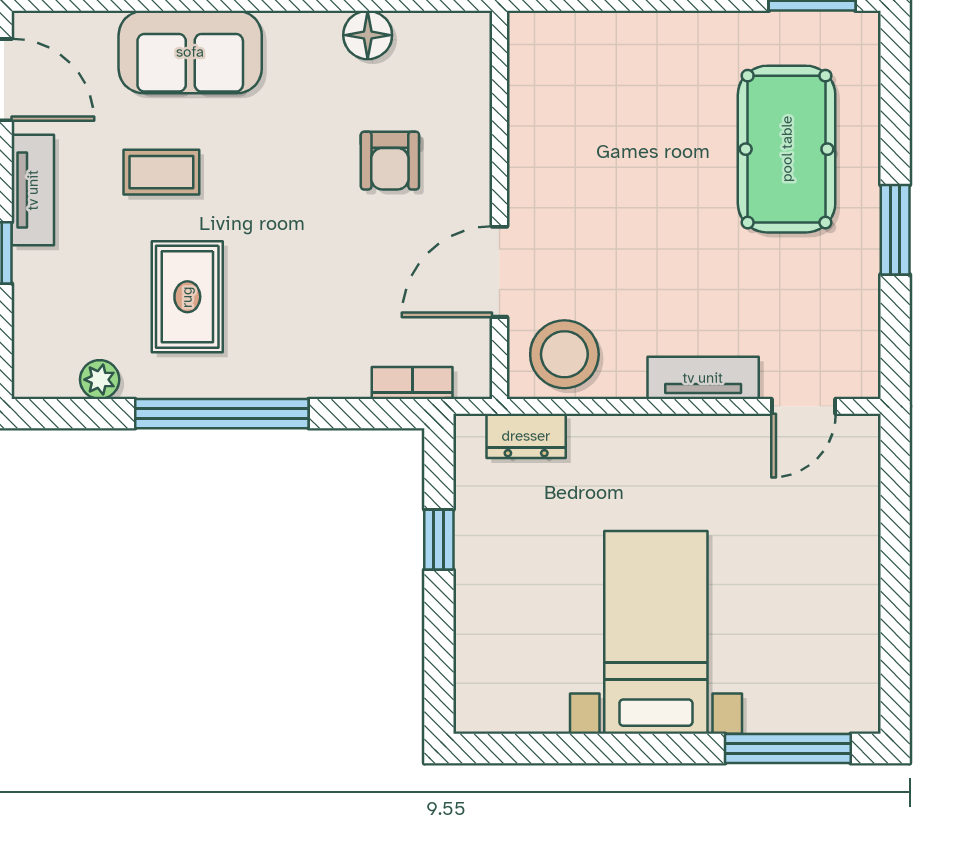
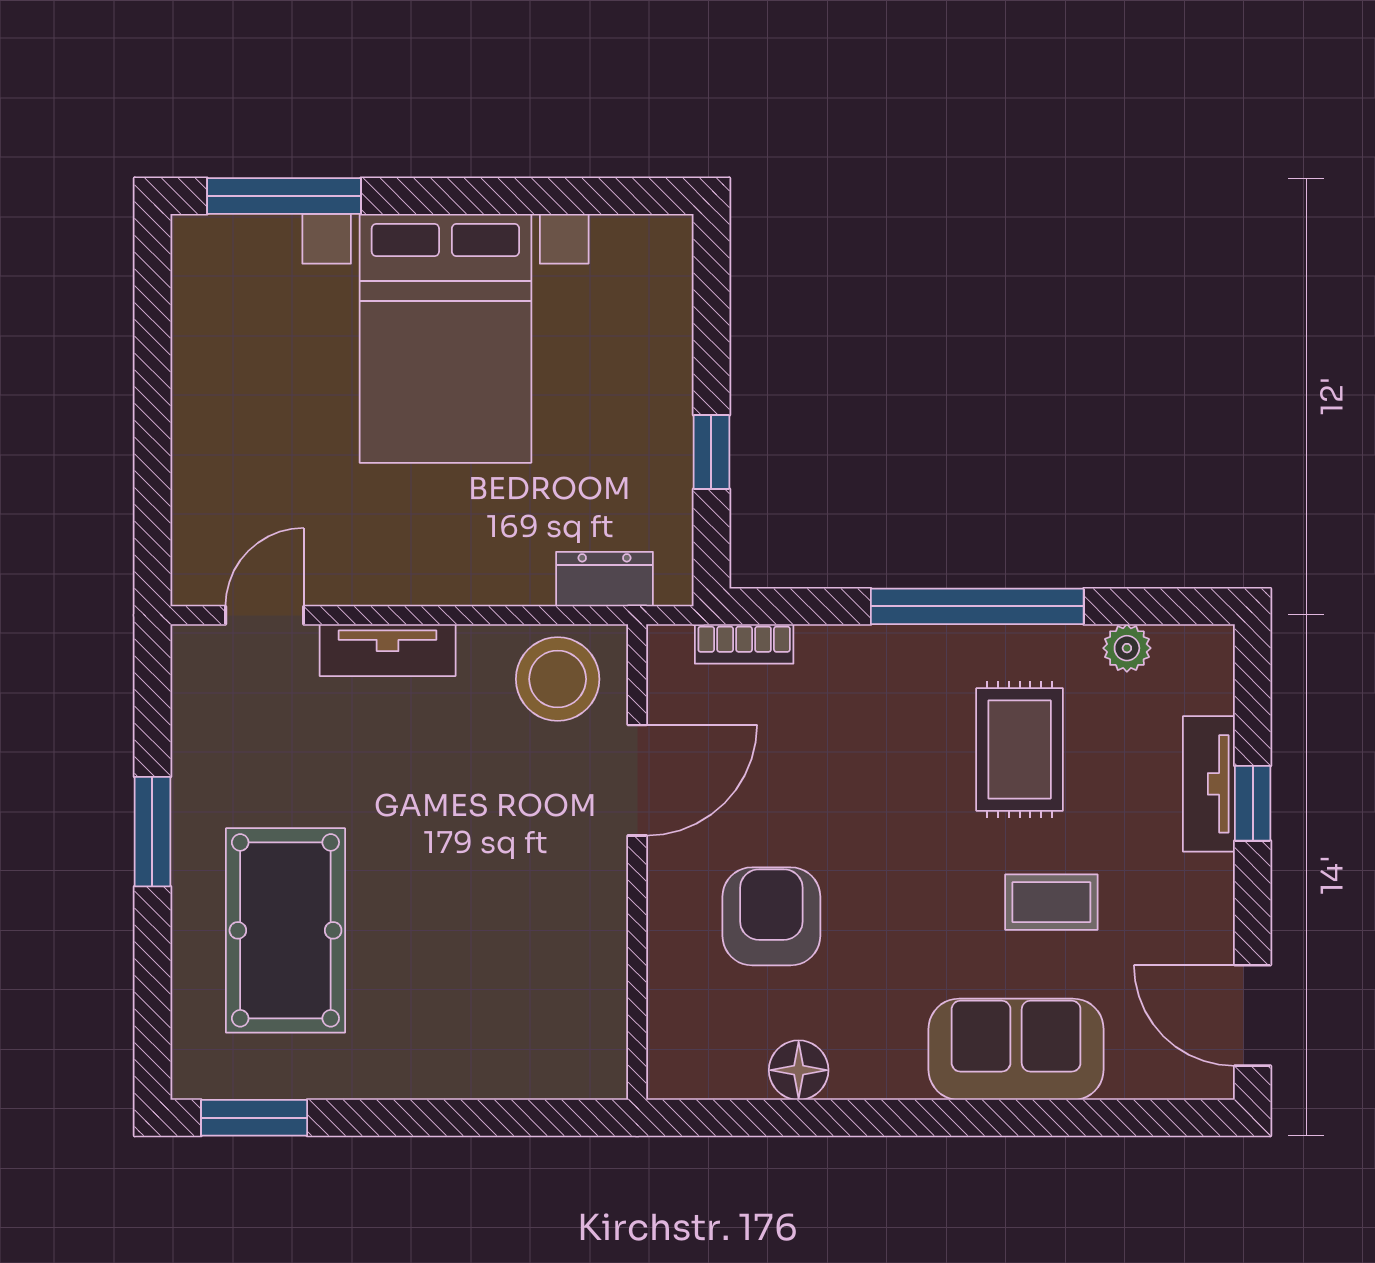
armchair: (390, 161) -> (771, 916), width x1.38, depth x1.38
tv unit: (33, 190) -> (1209, 784), moved
bed with nightstands: (656, 632) -> (445, 338), width x1.36

